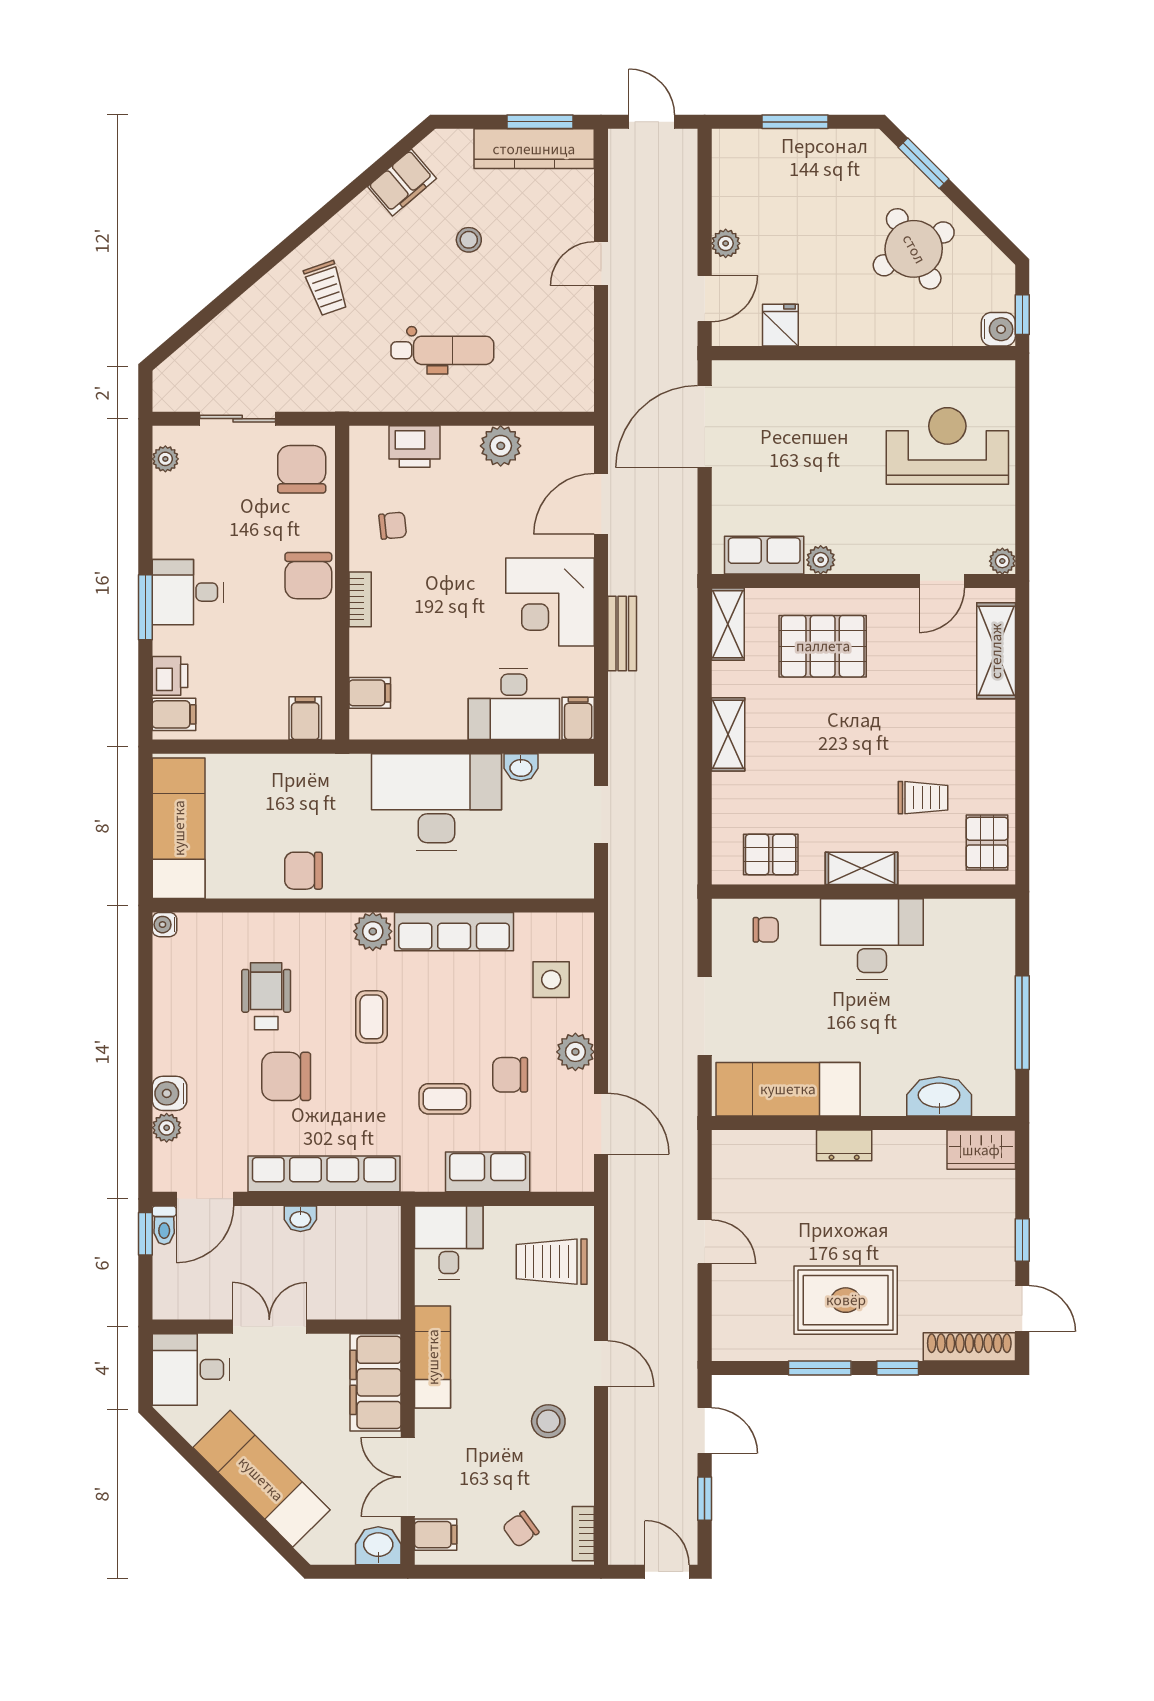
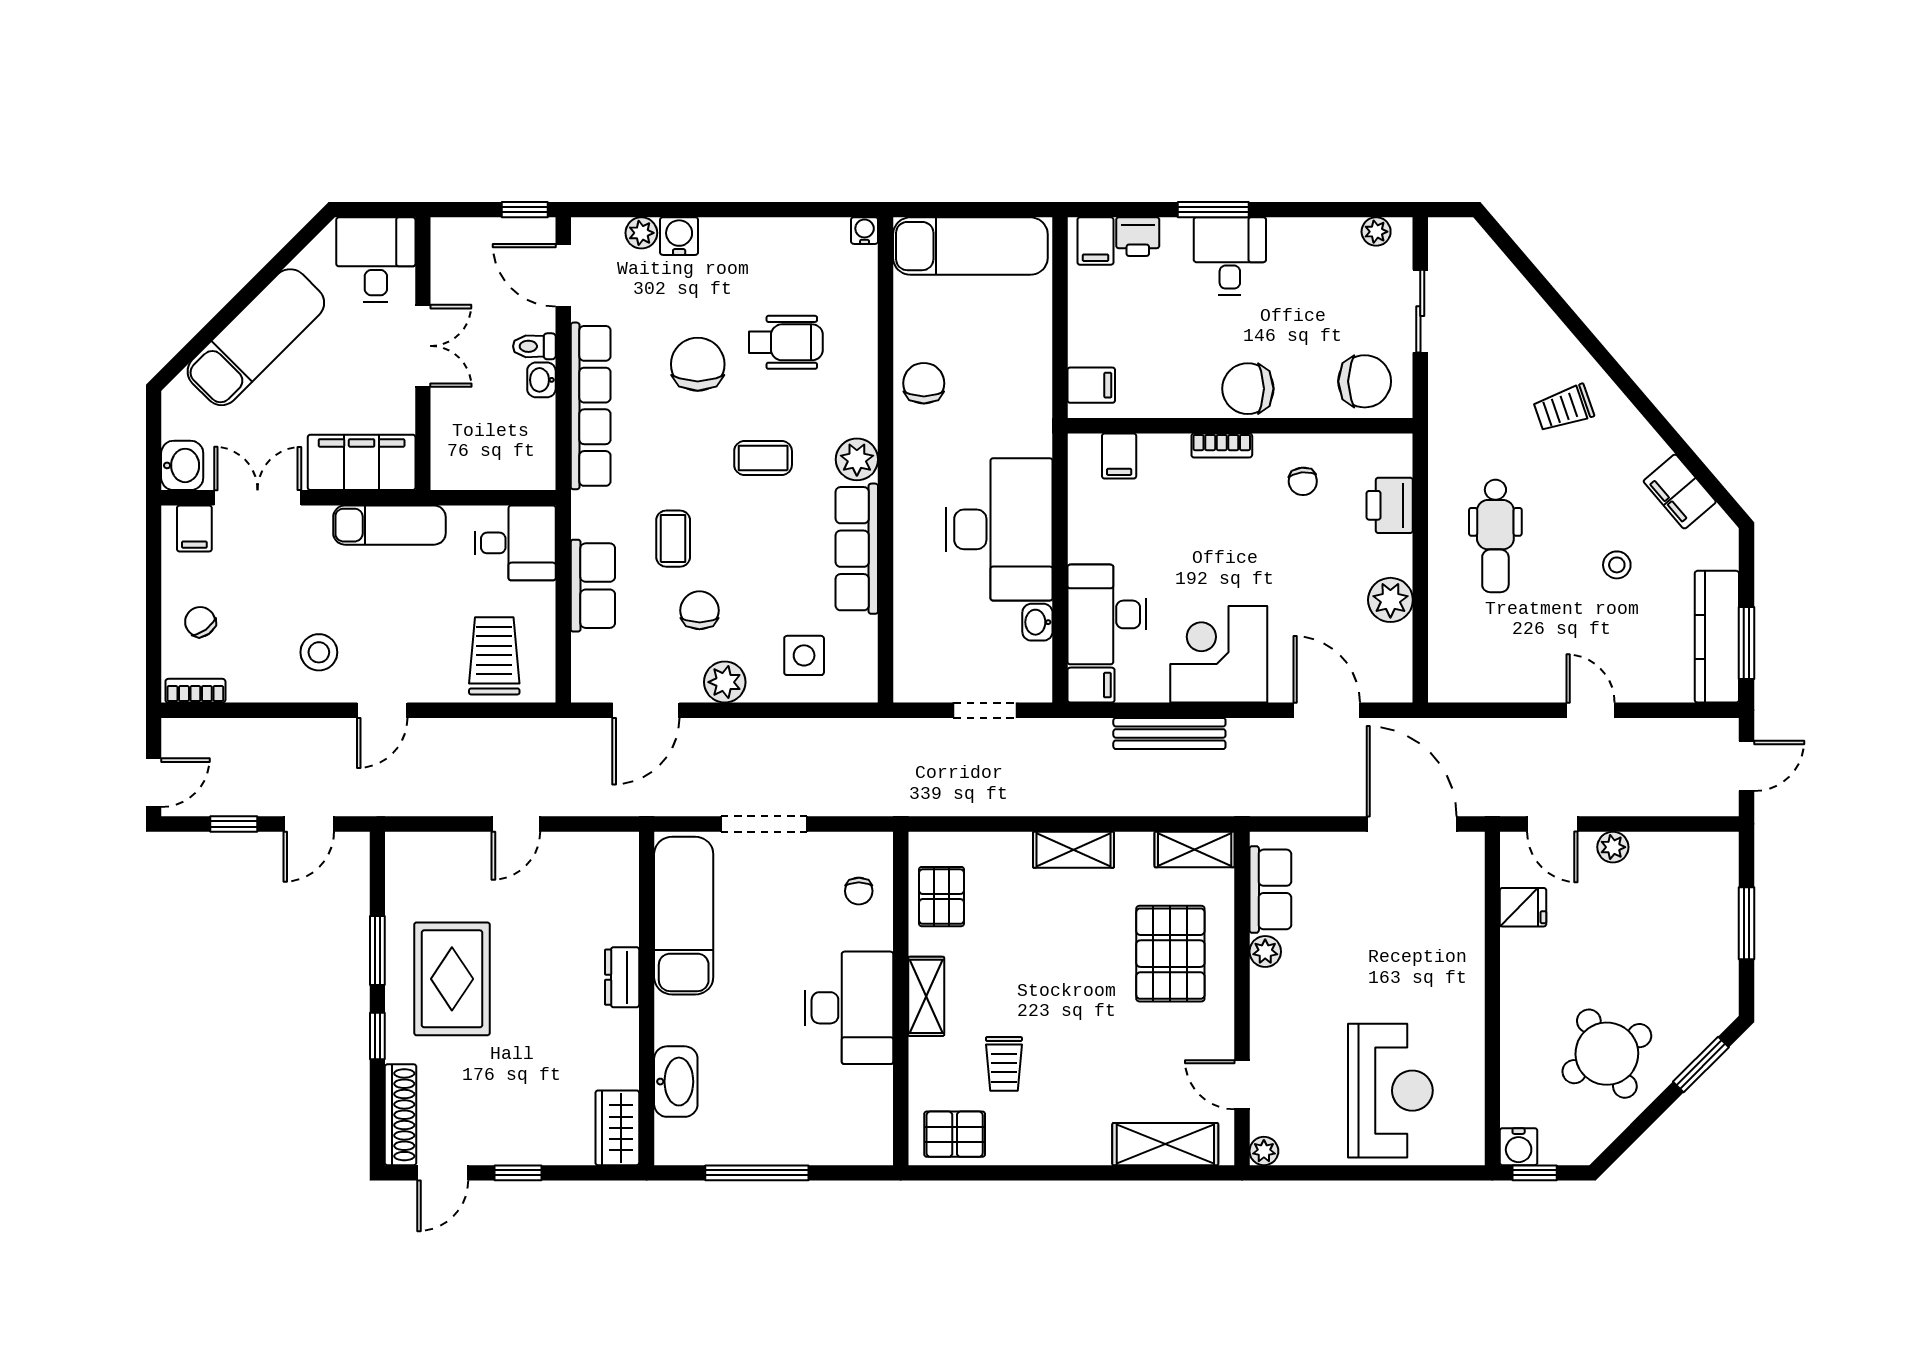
bench: (622, 633) -> (1169, 733), width x1.36
toilet: (164, 1225) -> (534, 346), moved

